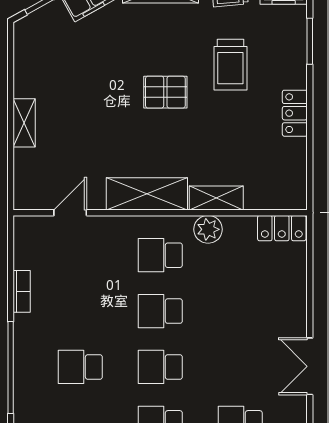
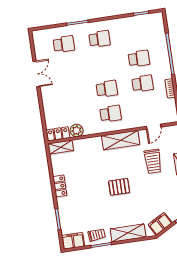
trolley: (230, 65) -> (153, 161), moved, turned 180
shelving: (216, 198) -> (61, 147), moved
plant: (208, 229) -> (77, 131), moved
school desk: (160, 367) -> (143, 83), moved

